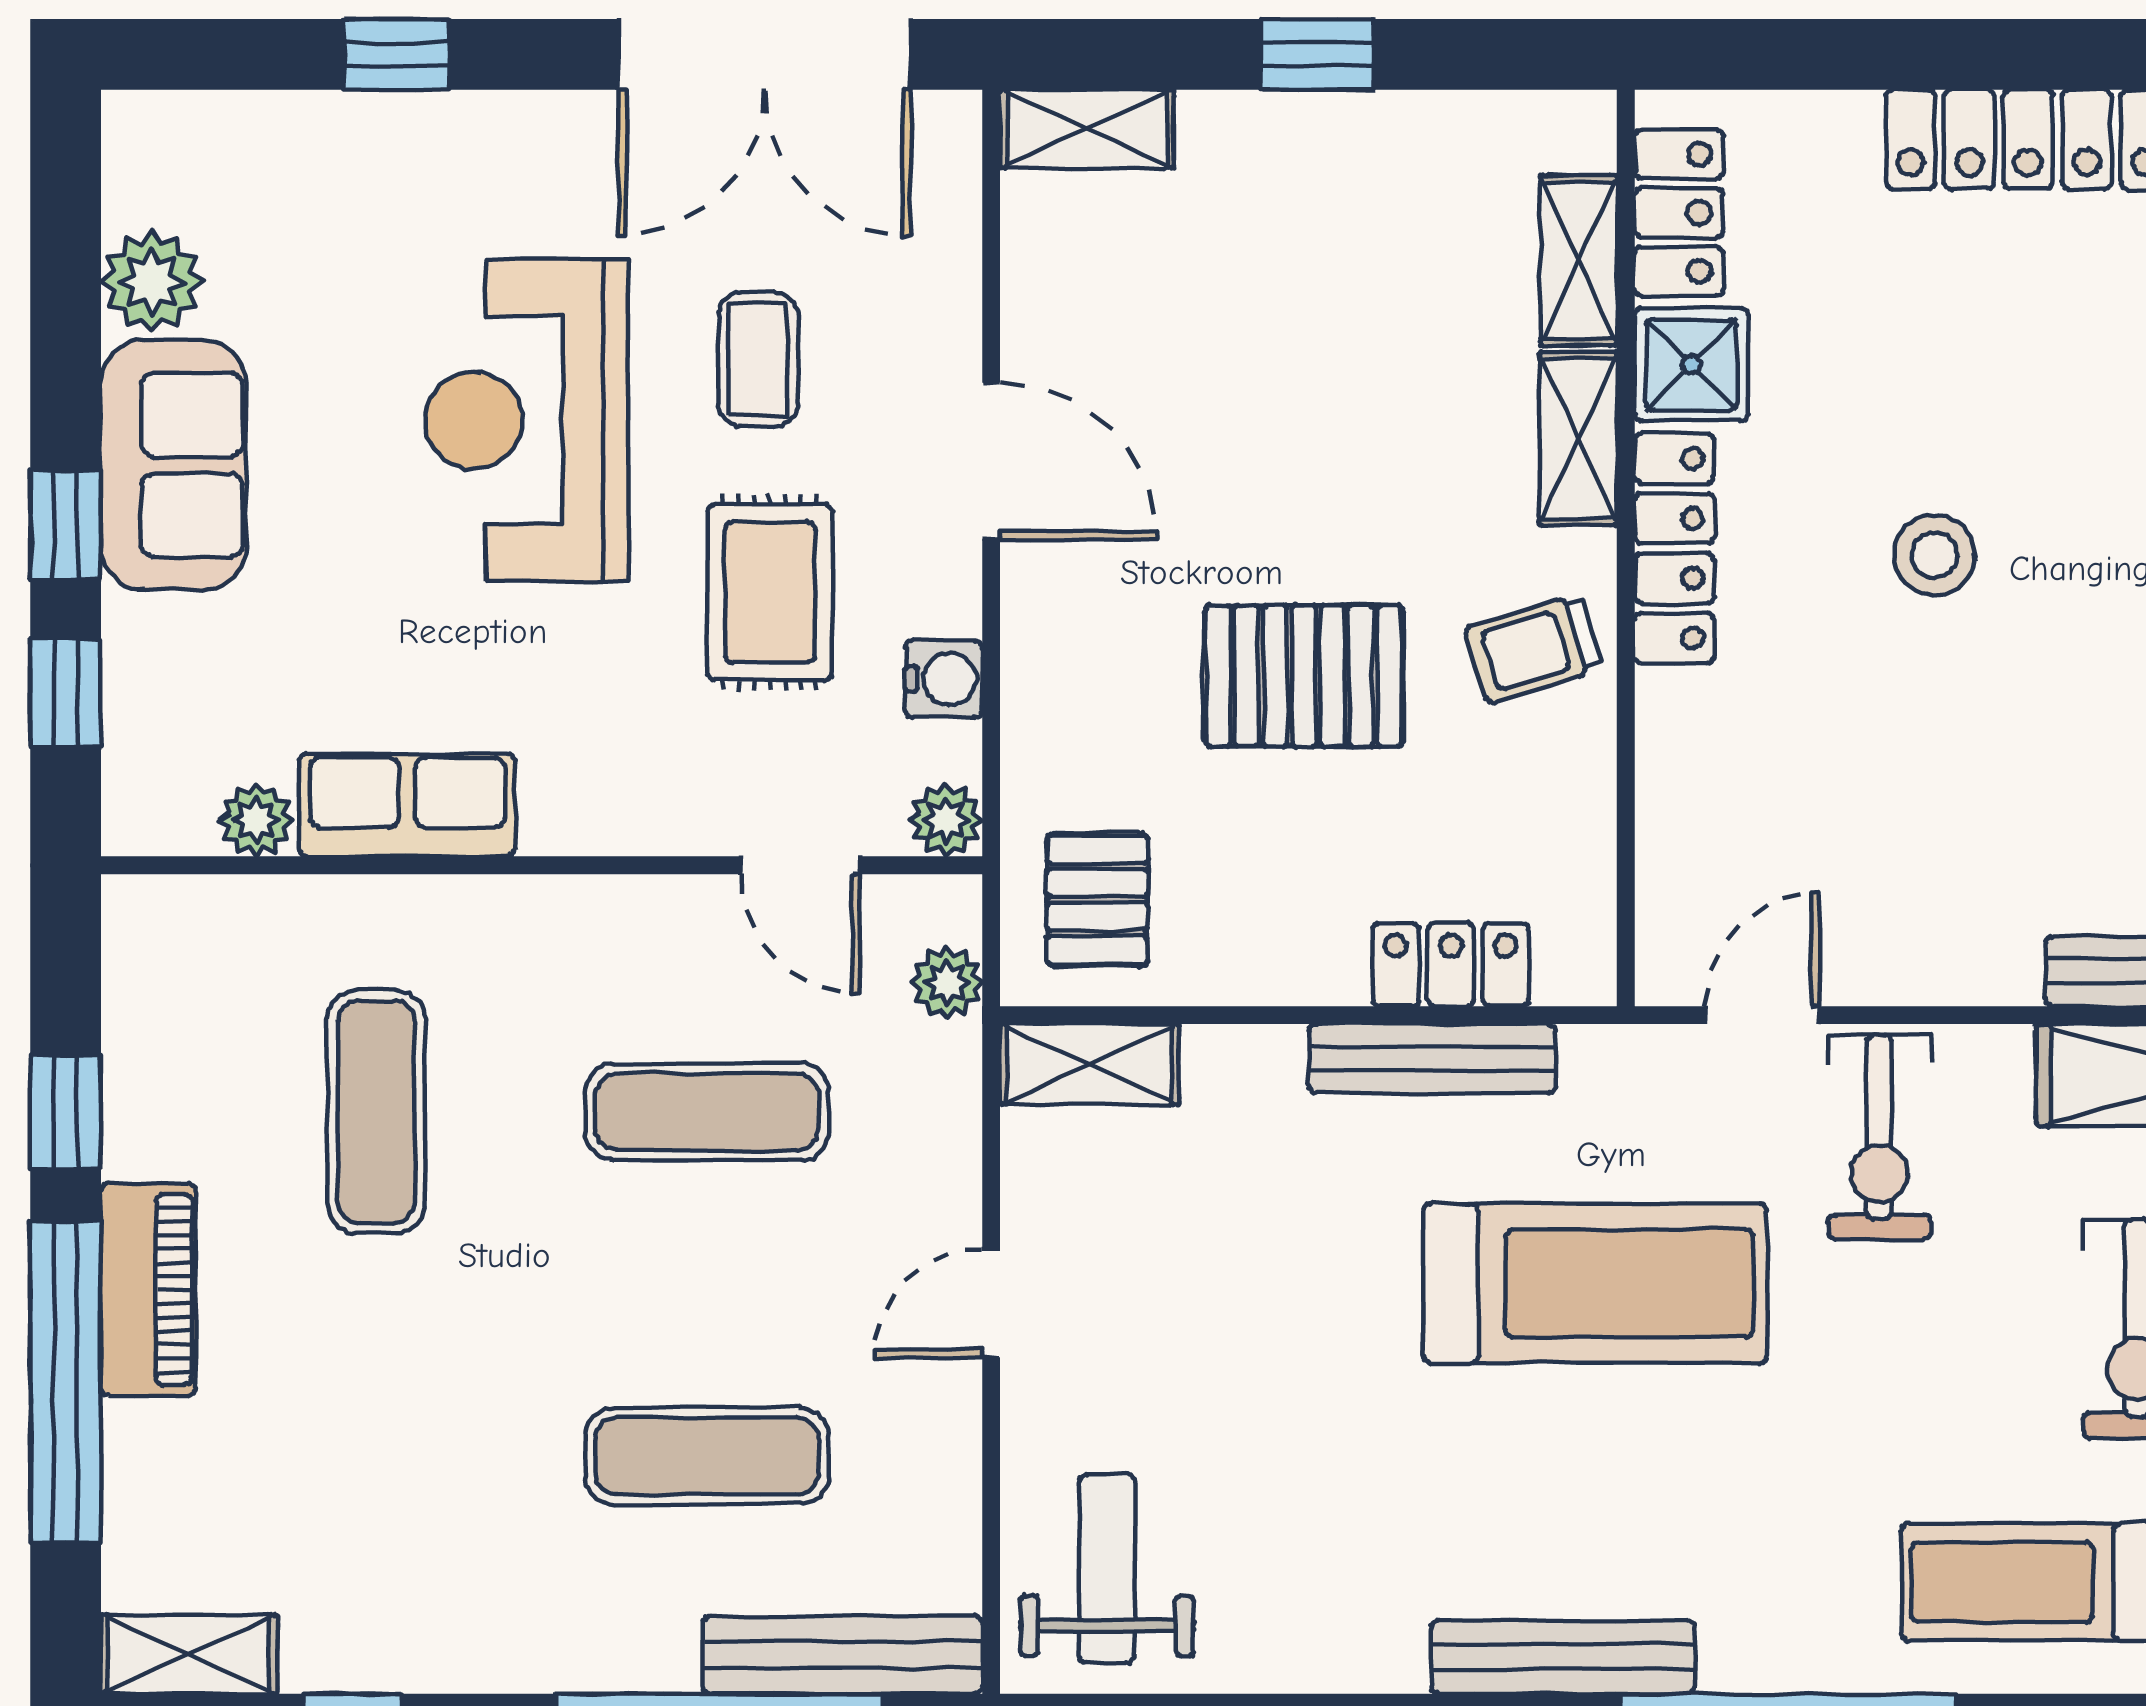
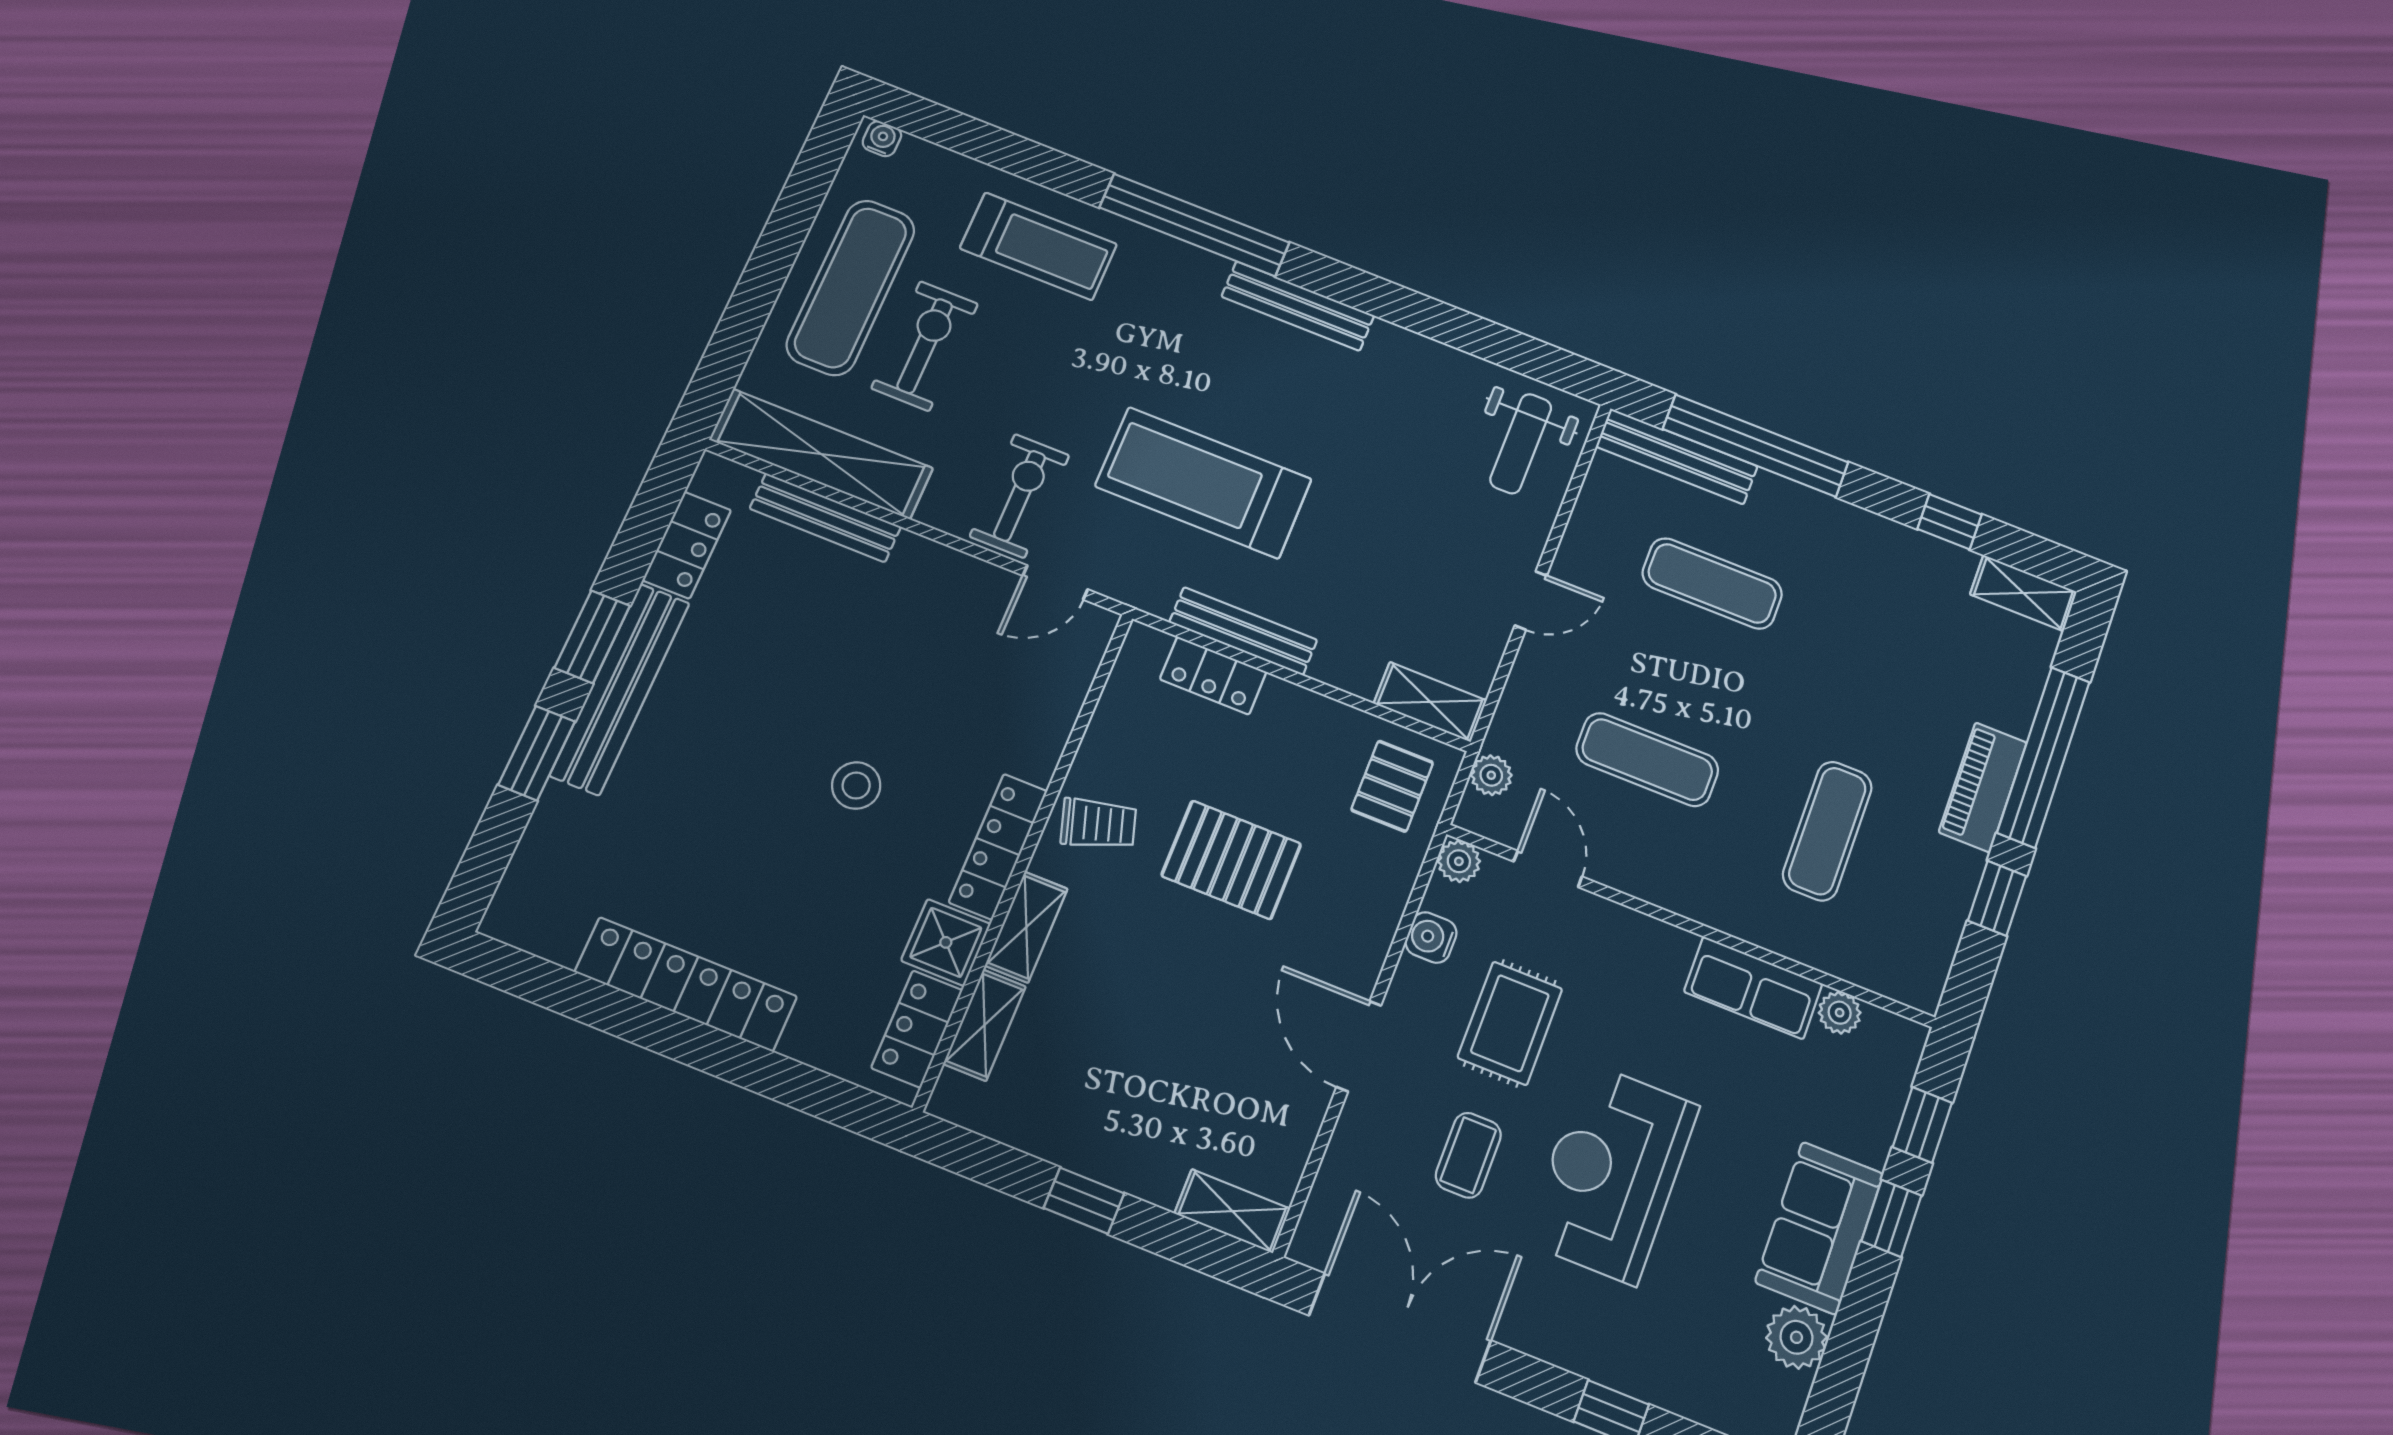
reception desk: (526, 420) -> (1612, 1173), turned 180

